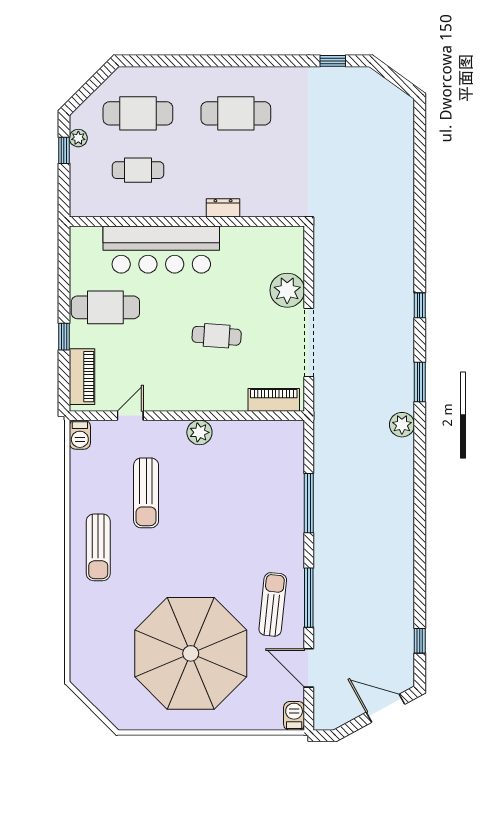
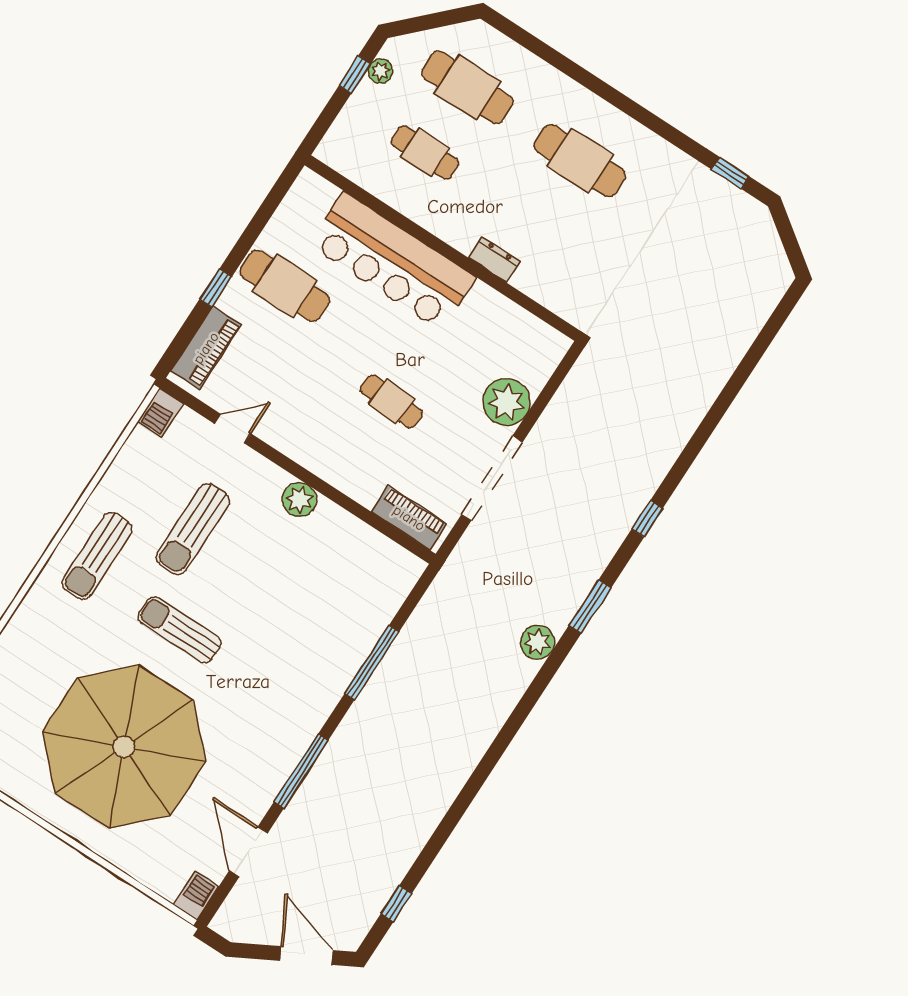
sun lounger: (273, 604) -> (179, 630), moved, turned -96

